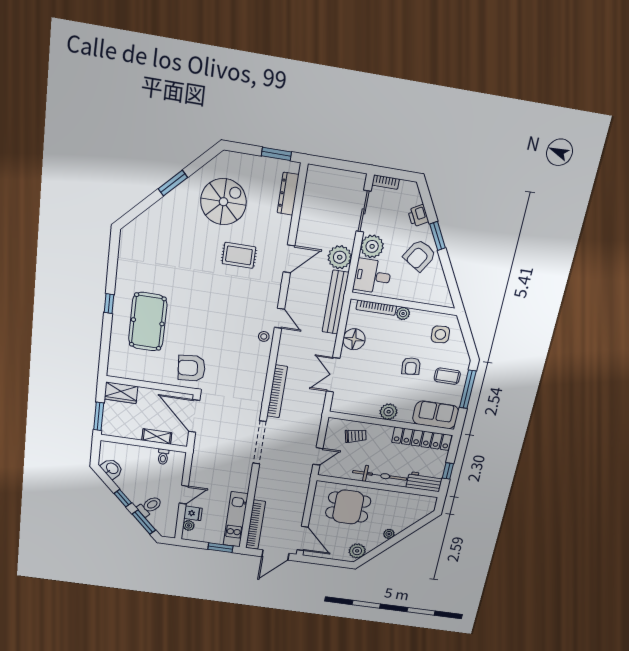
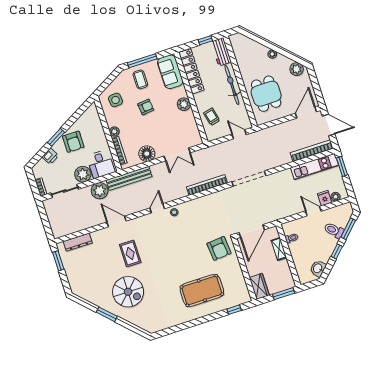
spiral stairs: (223, 202) -> (128, 292), moved, turned 180
armchair: (420, 255) -> (73, 142), turned 58
window: (109, 303) -> (234, 310), moved

